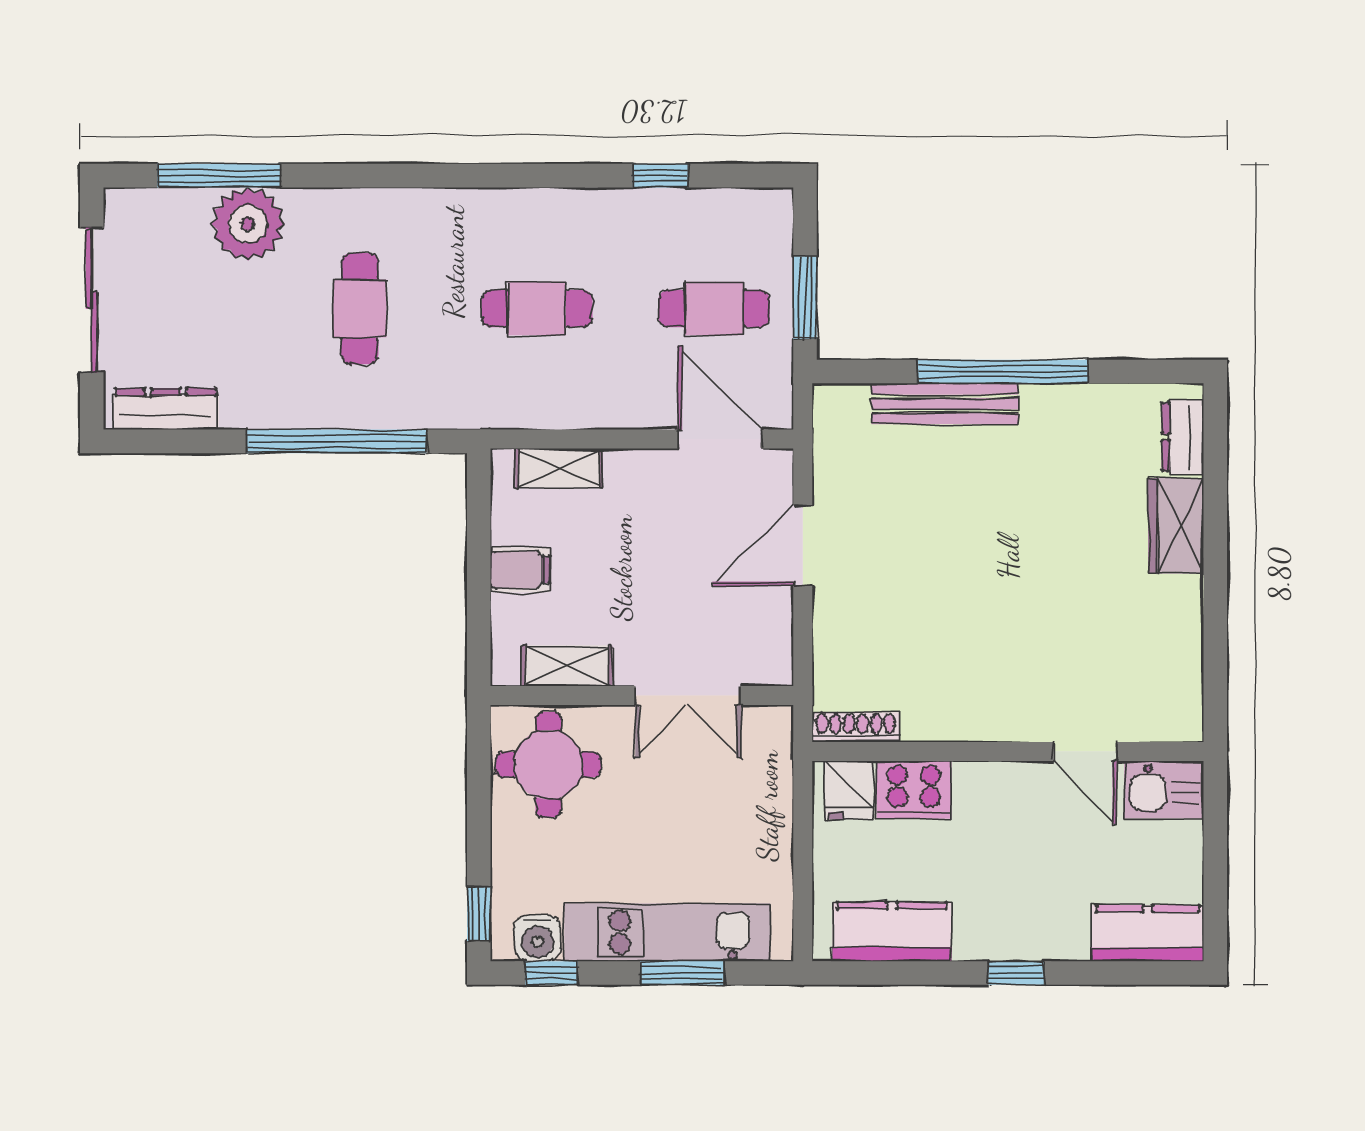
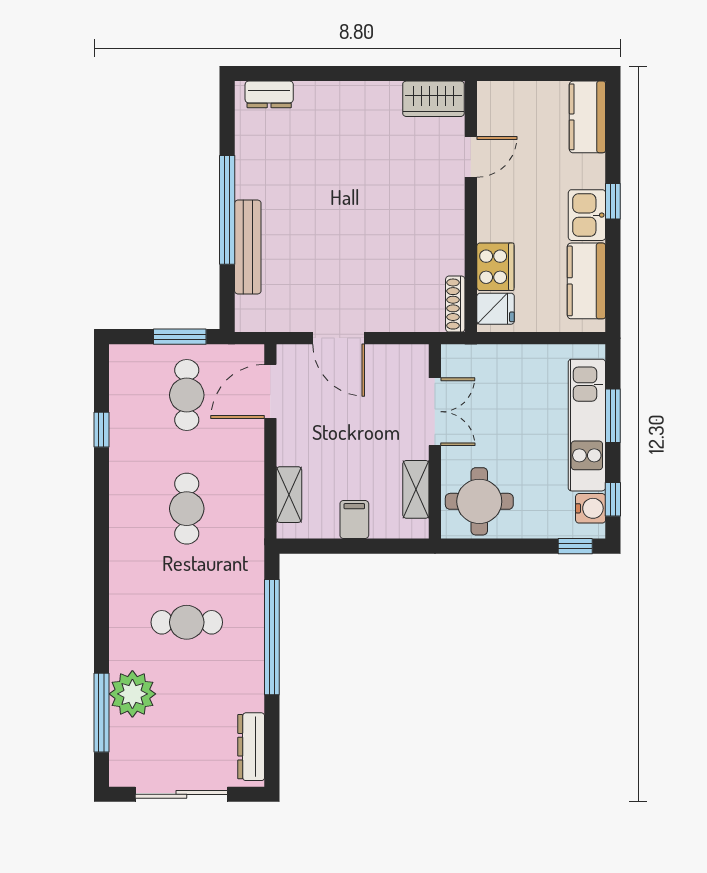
wardrobe: (1176, 526) -> (433, 99), moved
kitchen sink: (1164, 790) -> (587, 215), moved, turned 180

